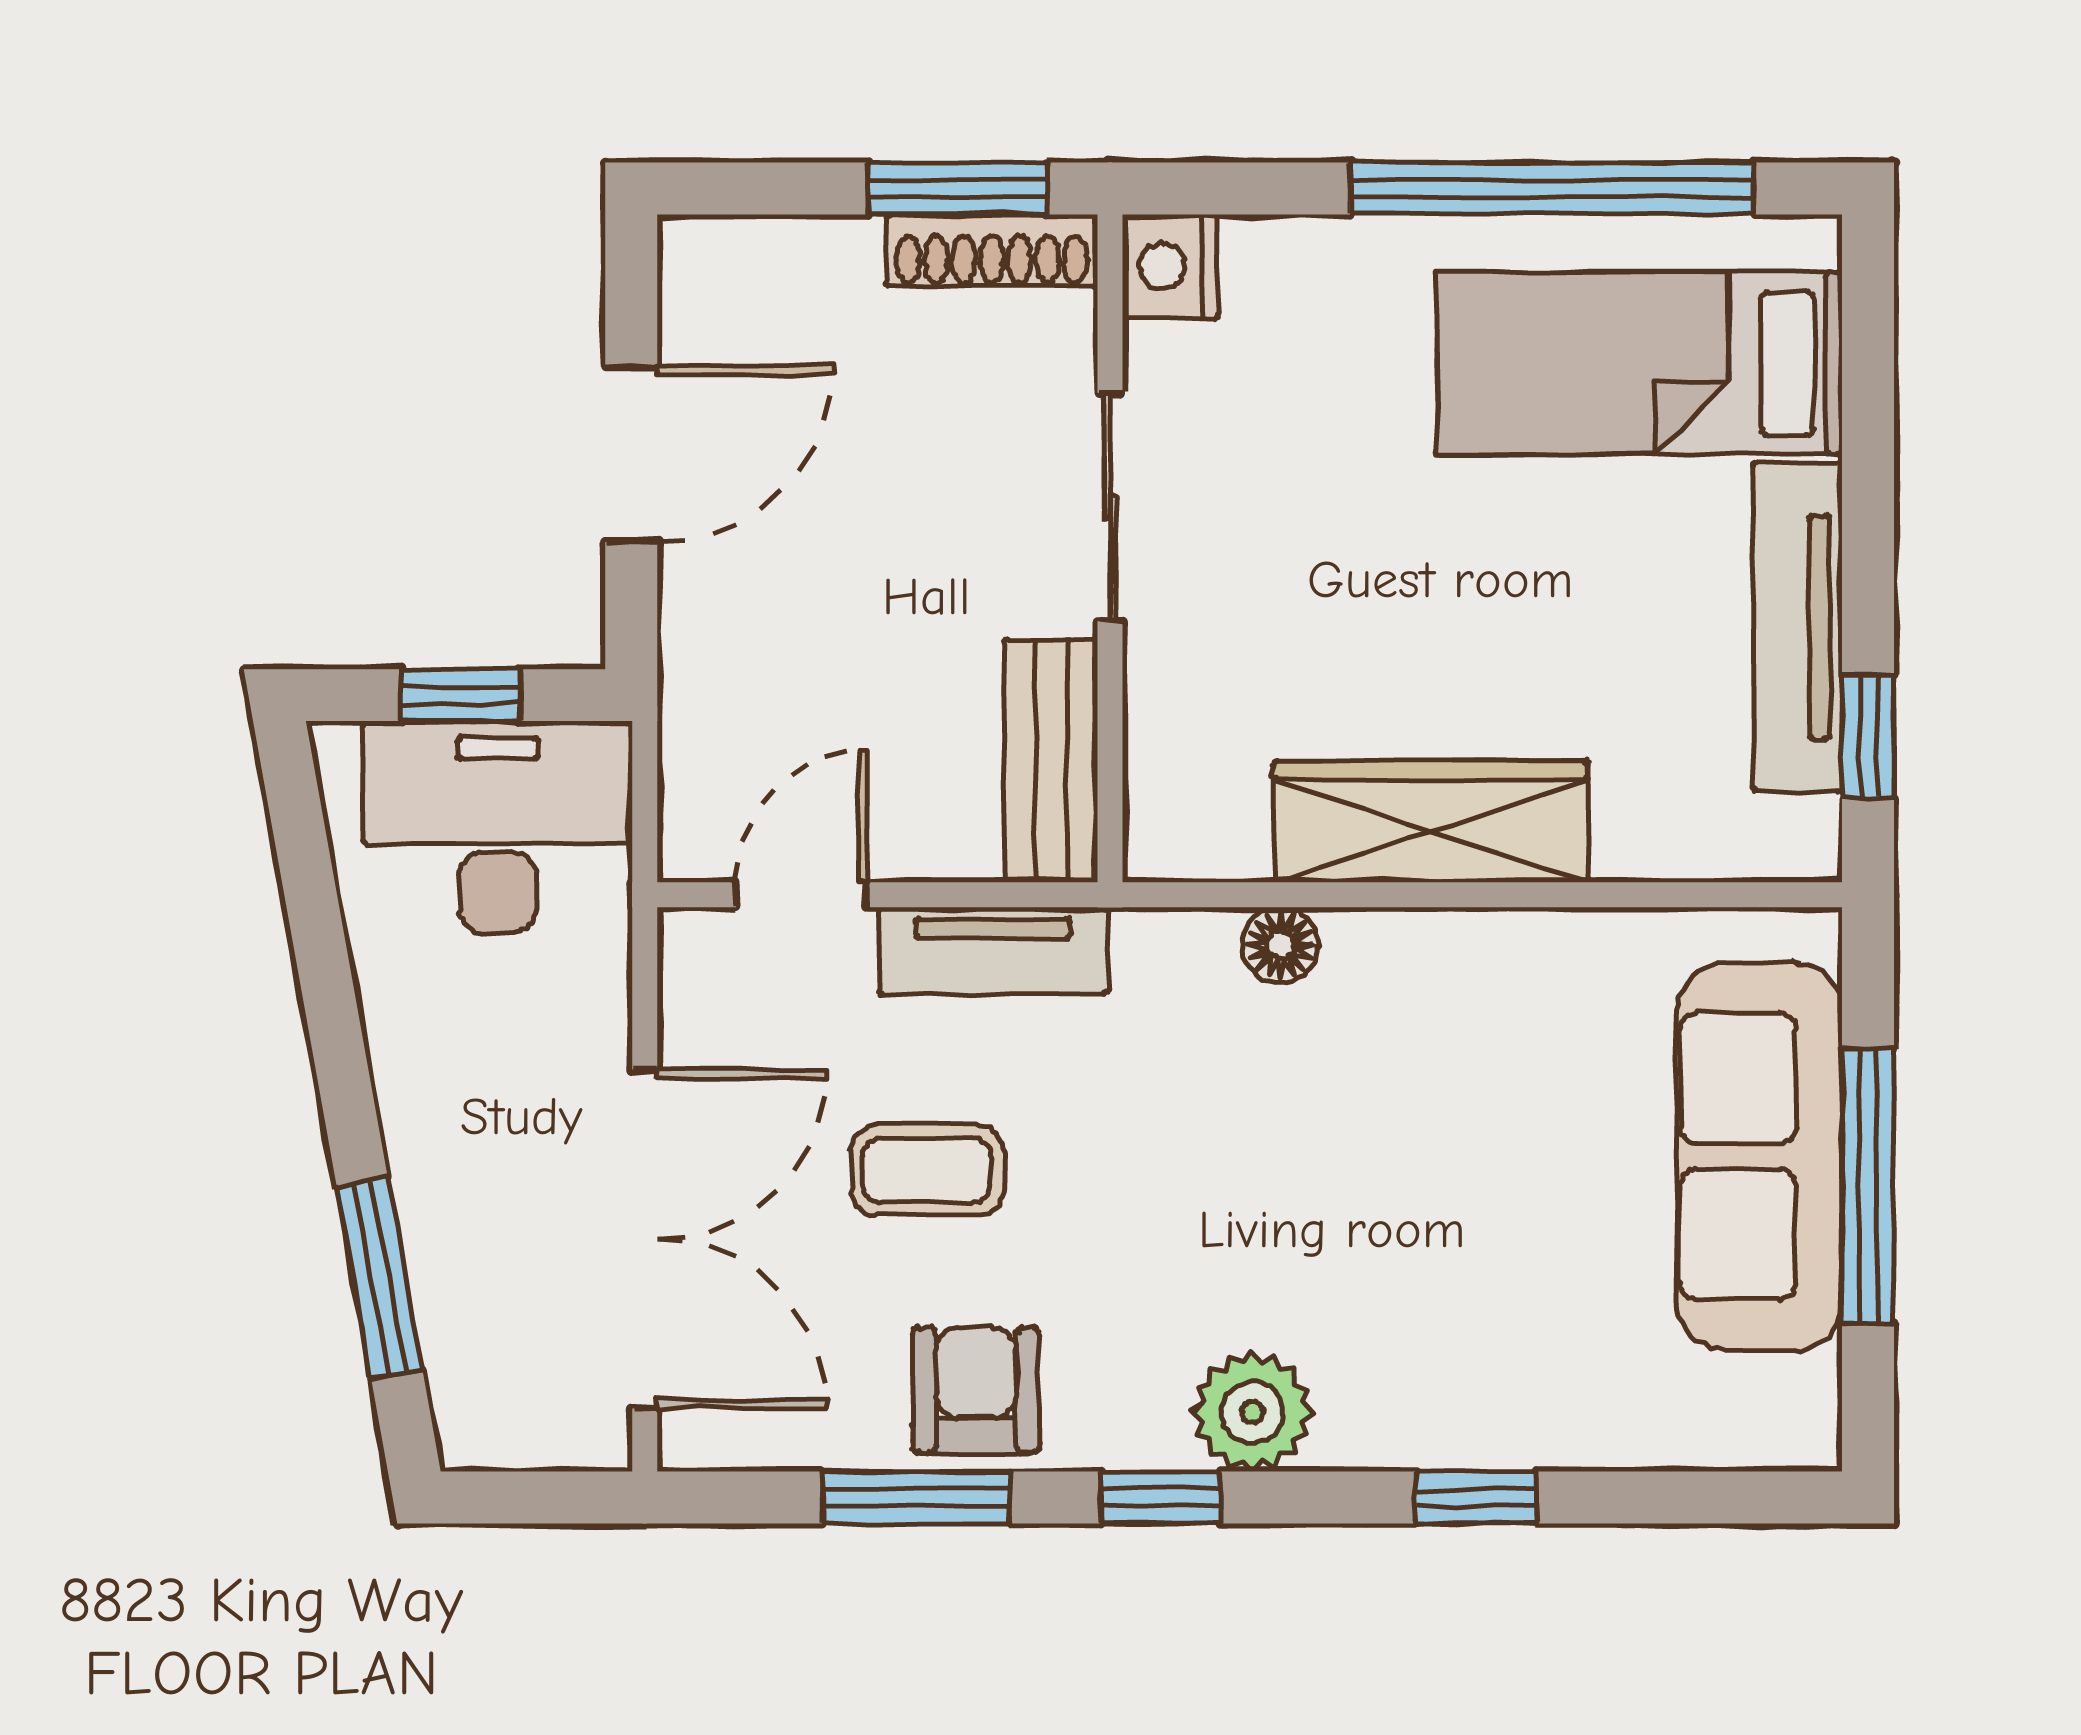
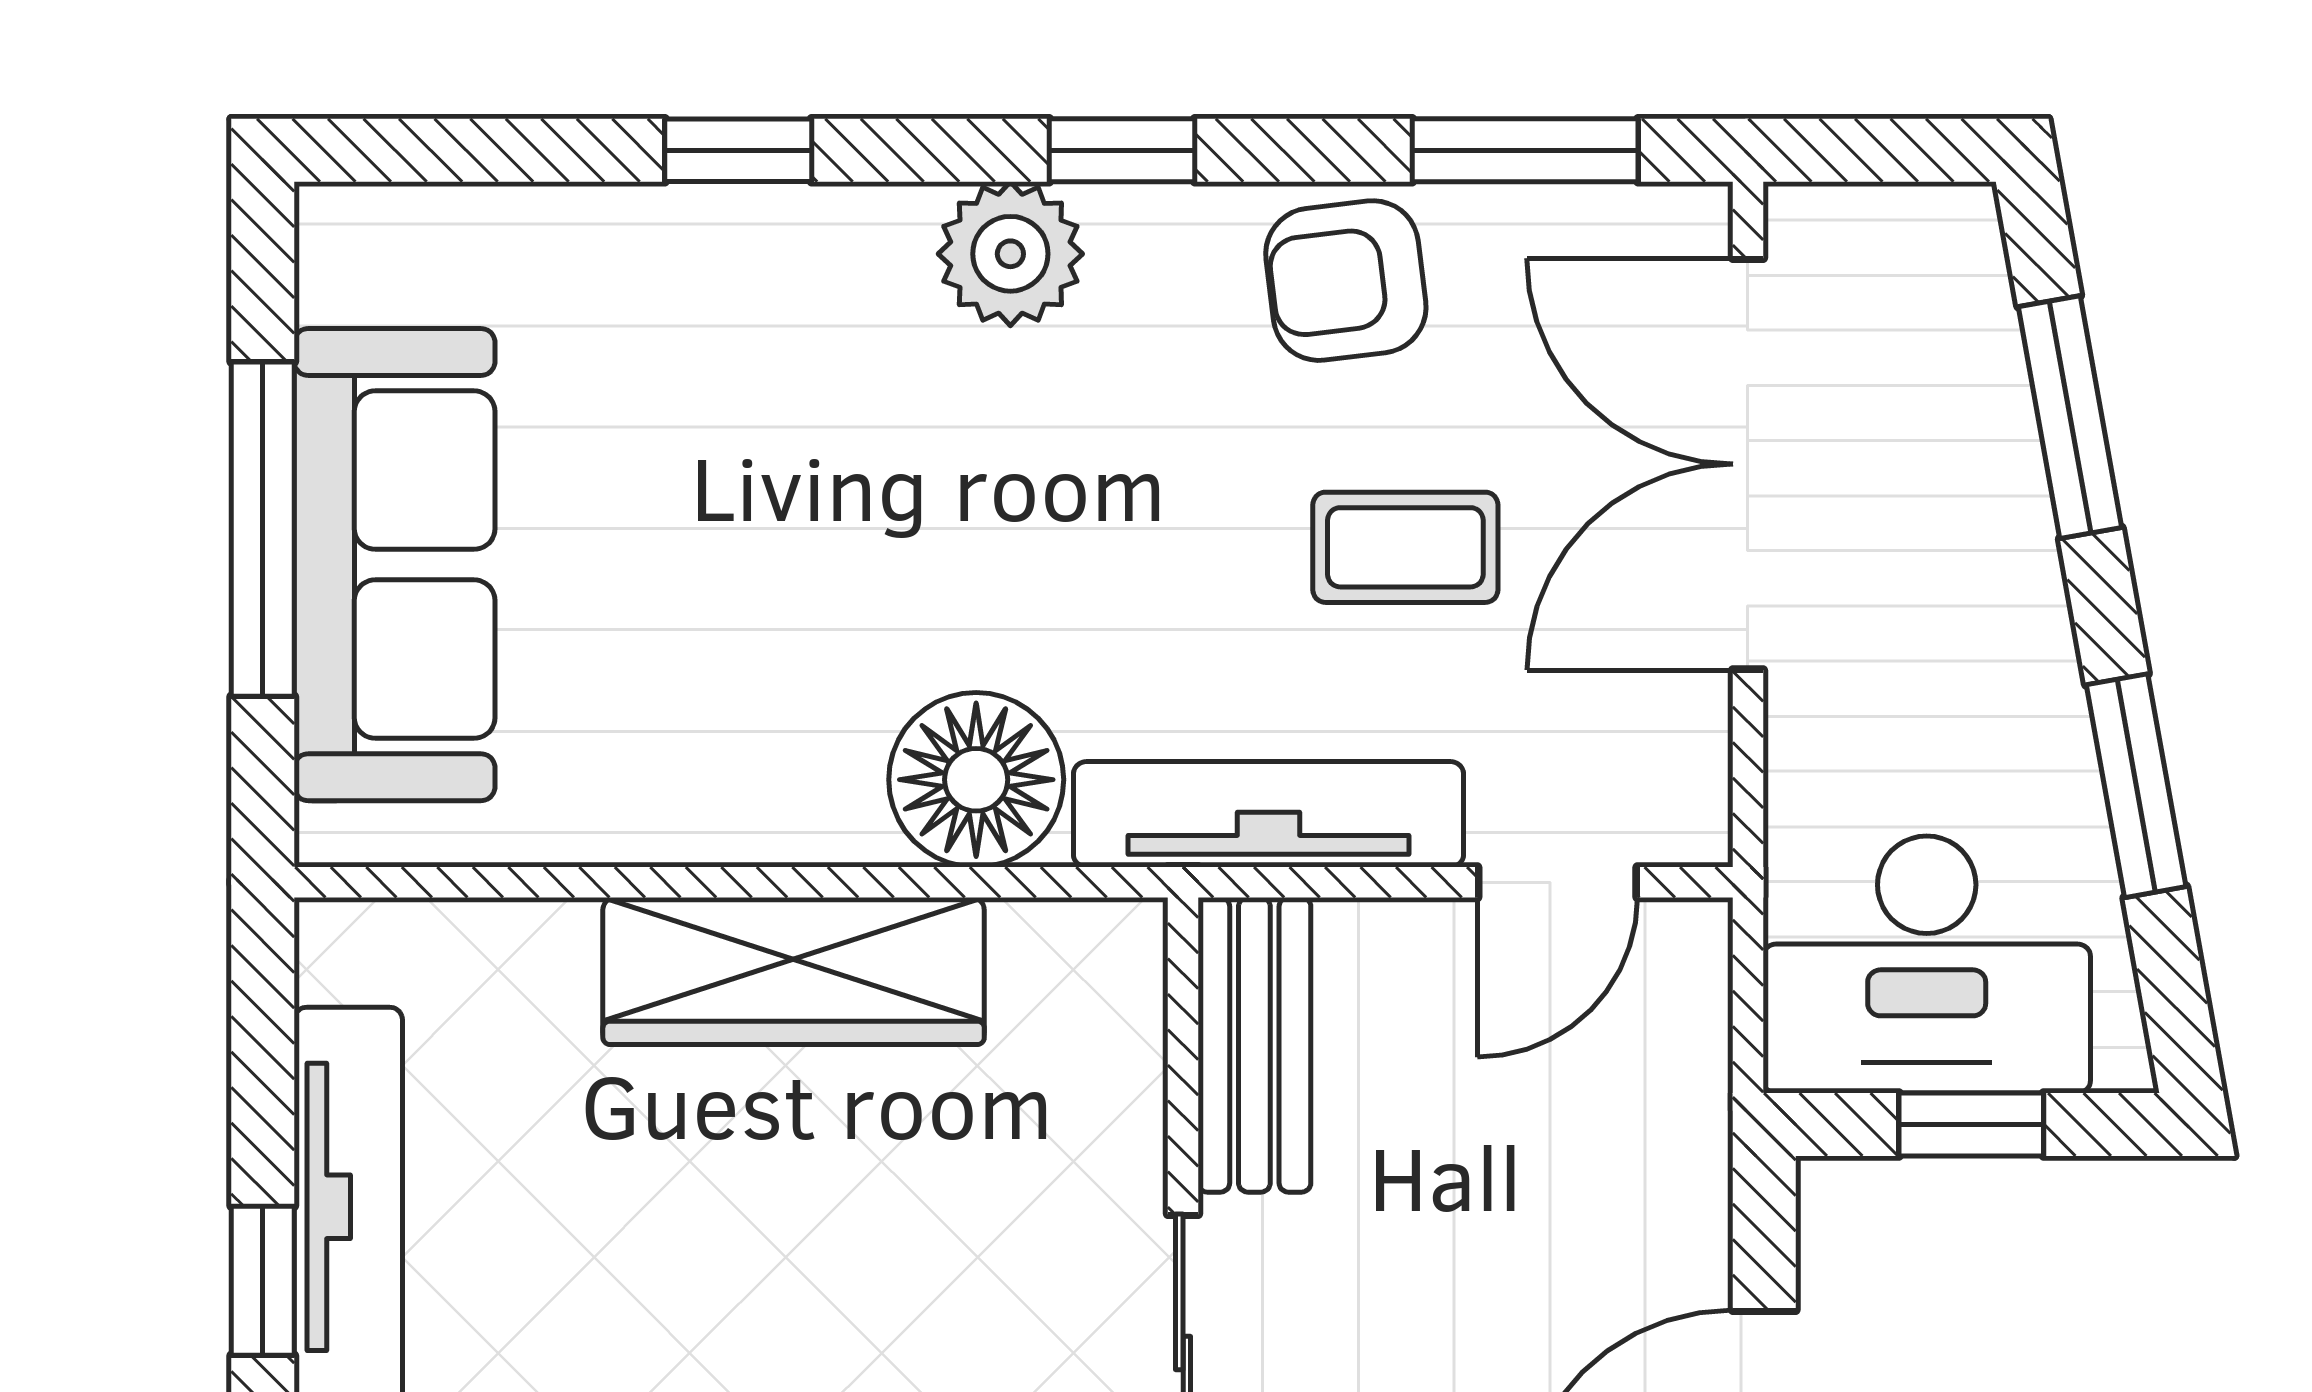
window: (1868, 736) -> (263, 1281), moved
floor lamp: (1280, 945) -> (976, 780), width x1.89, depth x1.89
tv unit: (993, 951) -> (1269, 814), width x1.41
window: (325, 974) -> (2136, 786), added
armchair: (976, 1390) -> (1346, 281), turned 83
window: (916, 1498) -> (1525, 150), moved

